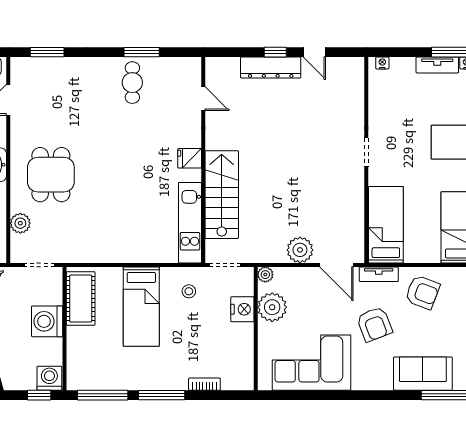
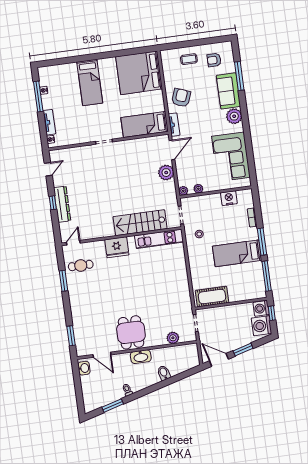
door: (314, 52) -> (48, 169), moved
tv unit: (437, 65) -> (49, 122), moved
cafe table: (132, 83) -> (81, 265), moved
door: (203, 99) -> (73, 243), moved
fridge: (190, 158) -> (117, 247), width x1.88, depth x1.34
dining table: (51, 175) -> (131, 332), moved, turned 90
bed: (141, 307) -> (237, 253), moved, turned 180
plant: (272, 307) -> (198, 189), width x0.53, depth x0.53
nightstand: (242, 309) -> (229, 198), moved
washing machine: (47, 321) -> (261, 326), moved, turned 90
armchair: (374, 324) -> (204, 123), removed
plant: (379, 377) -> (234, 116), added

